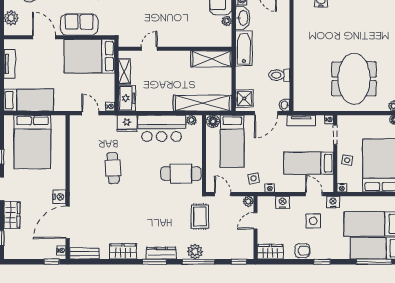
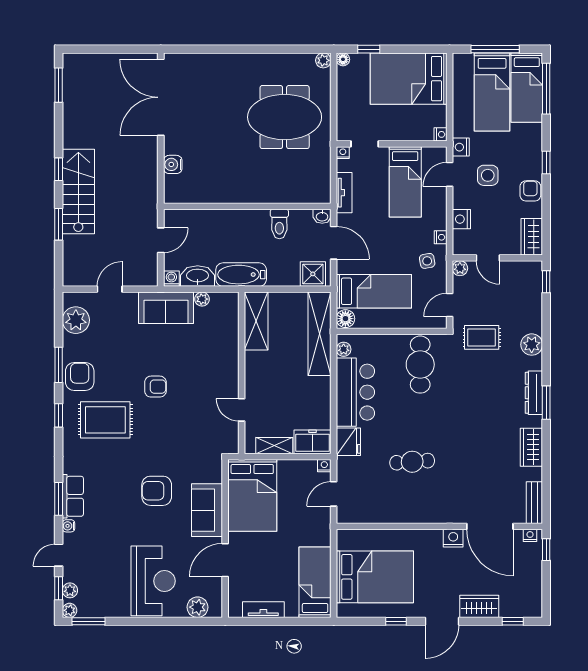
side table: (347, 160) -> (401, 127), removed
window: (198, 262) -> (546, 340), removed

